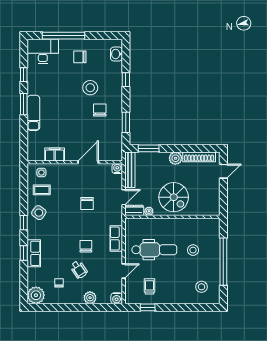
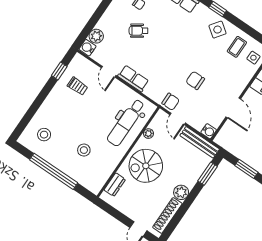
dresser: (134, 210) -> (115, 185), moved
row of seats: (116, 239) -> (133, 78), moved
chair: (86, 246) -> (171, 102), moved
dental chair: (154, 250) -> (126, 123), moved
plant: (90, 298) -> (96, 36), moved

